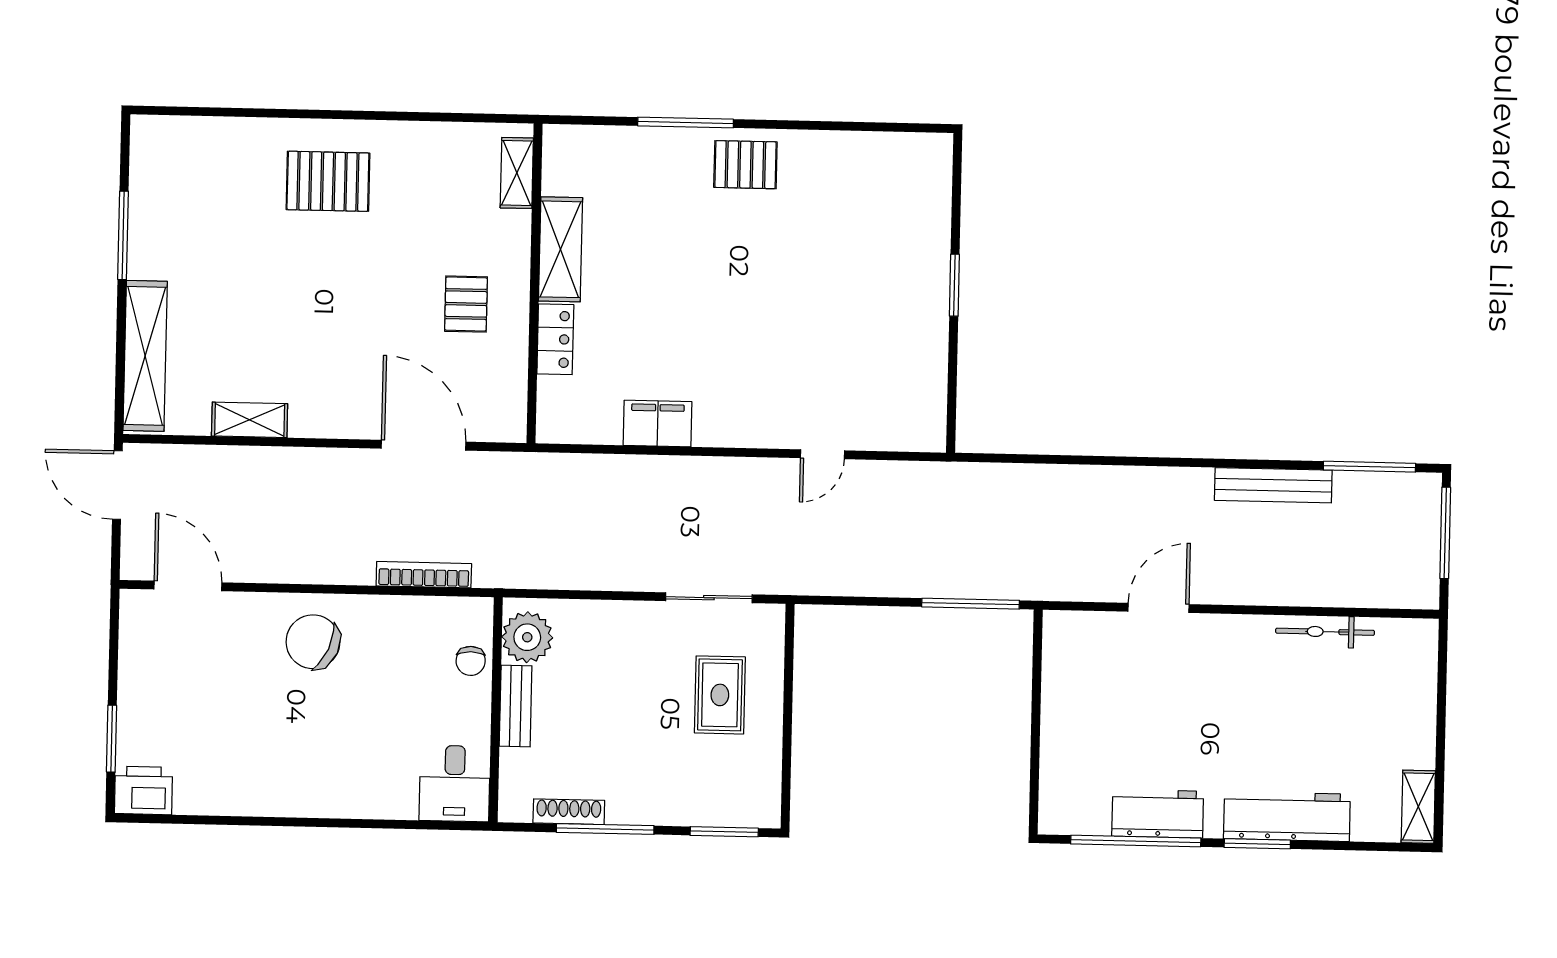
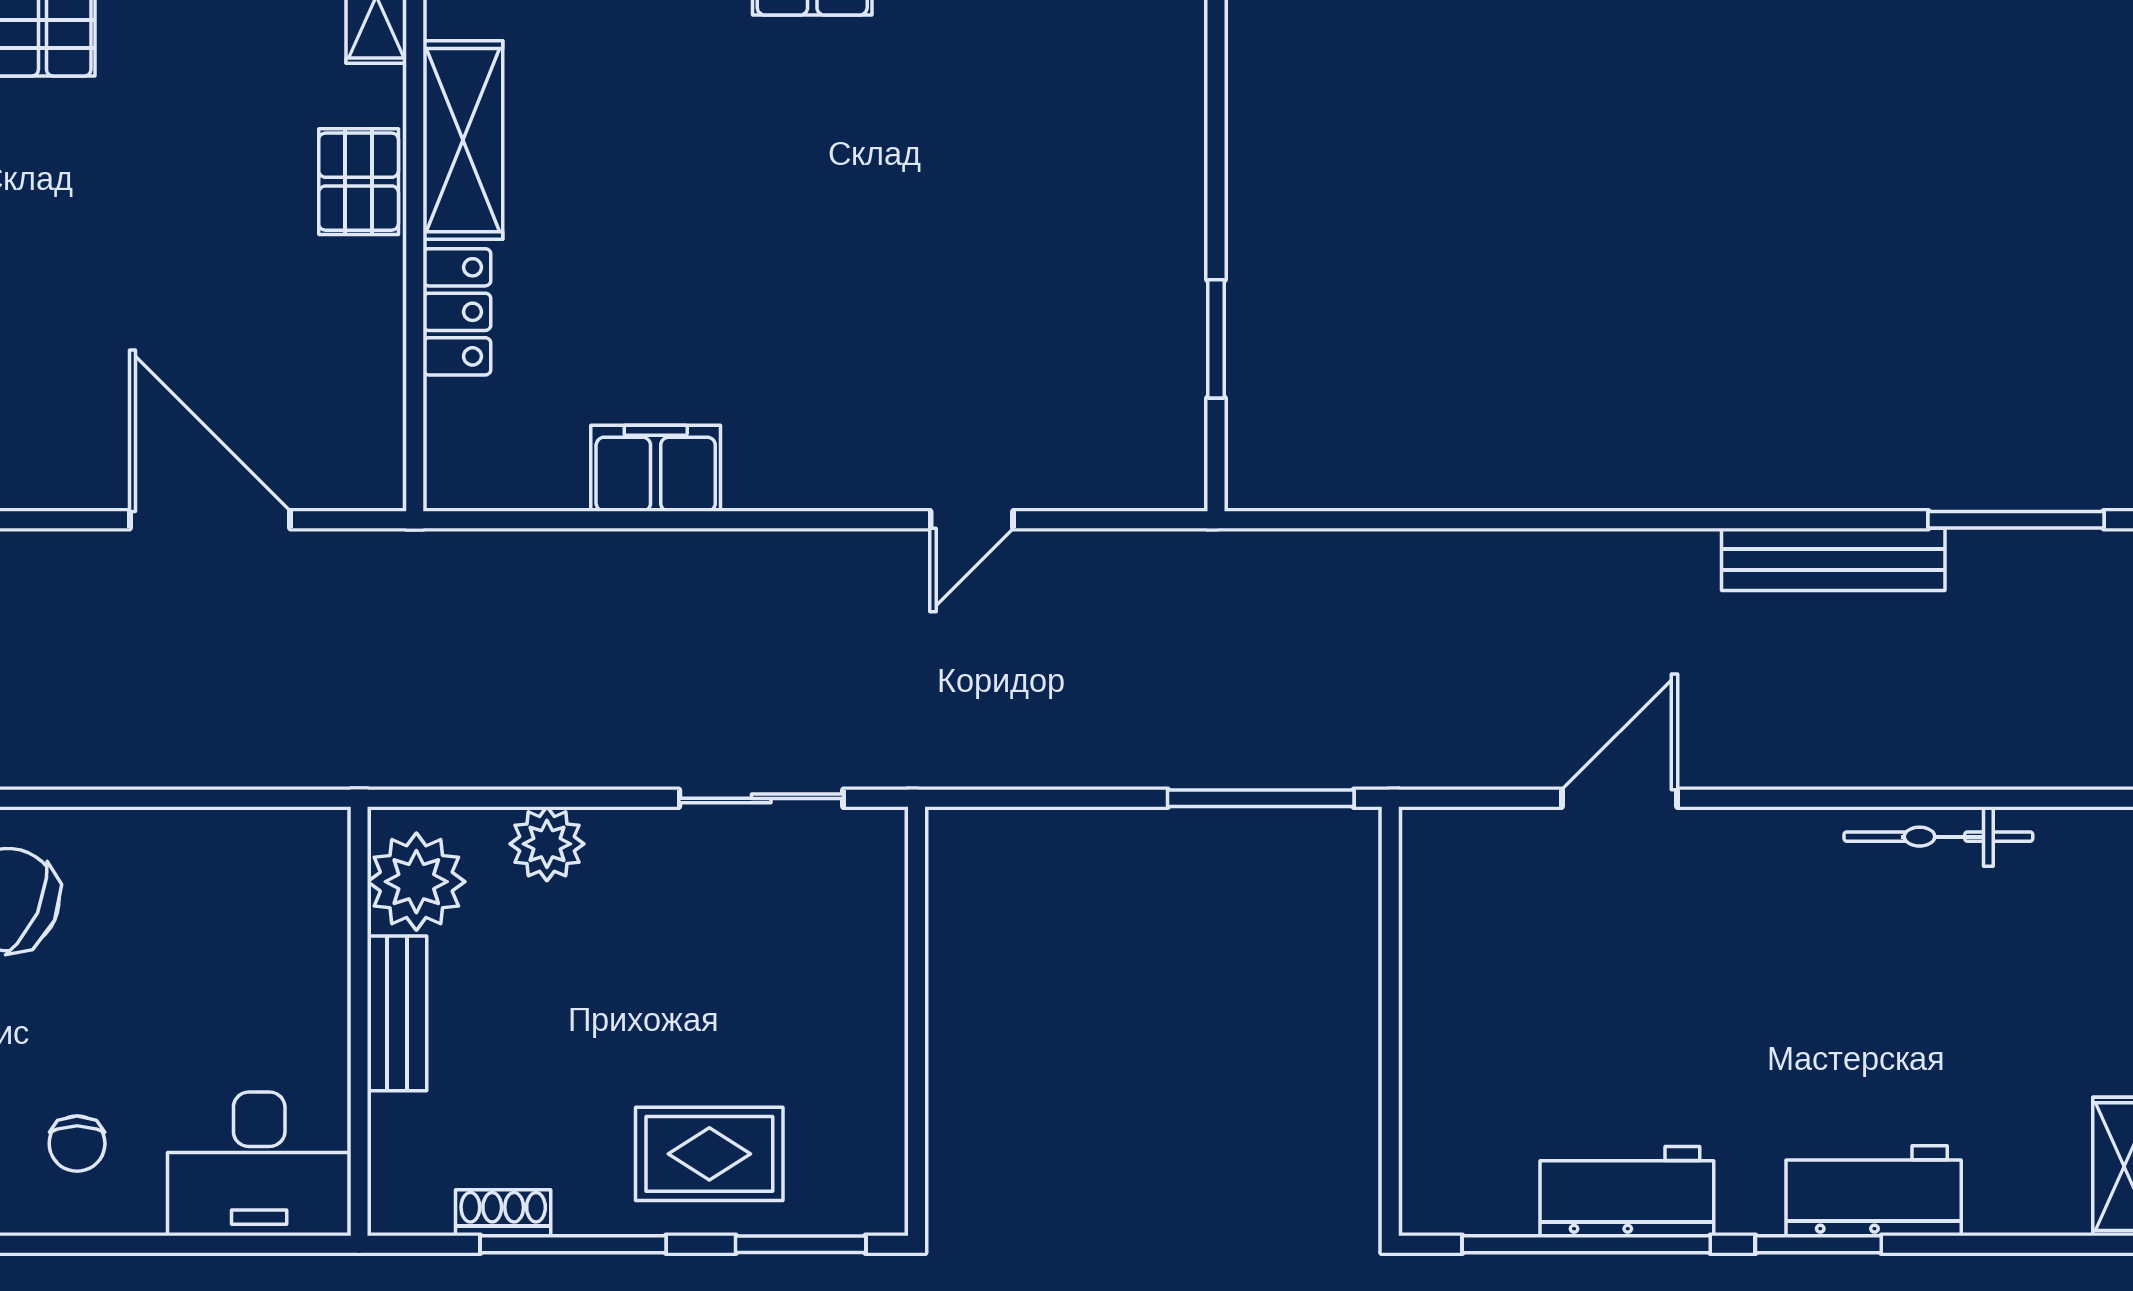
window: (954, 285) -> (1216, 339), moved
pallet: (466, 304) -> (359, 182), moved
bookcase: (424, 575) -> (216, 767), removed
plant: (596, 619) -> (547, 844), added
chair: (471, 661) -> (77, 1144), moved
rug: (720, 695) -> (709, 1154), moved, turned 90
desk: (455, 784) -> (259, 1164), width x1.37
shoe rack: (569, 812) -> (503, 1213), width x0.70
workbench: (1287, 816) -> (1874, 1191), width x0.73

